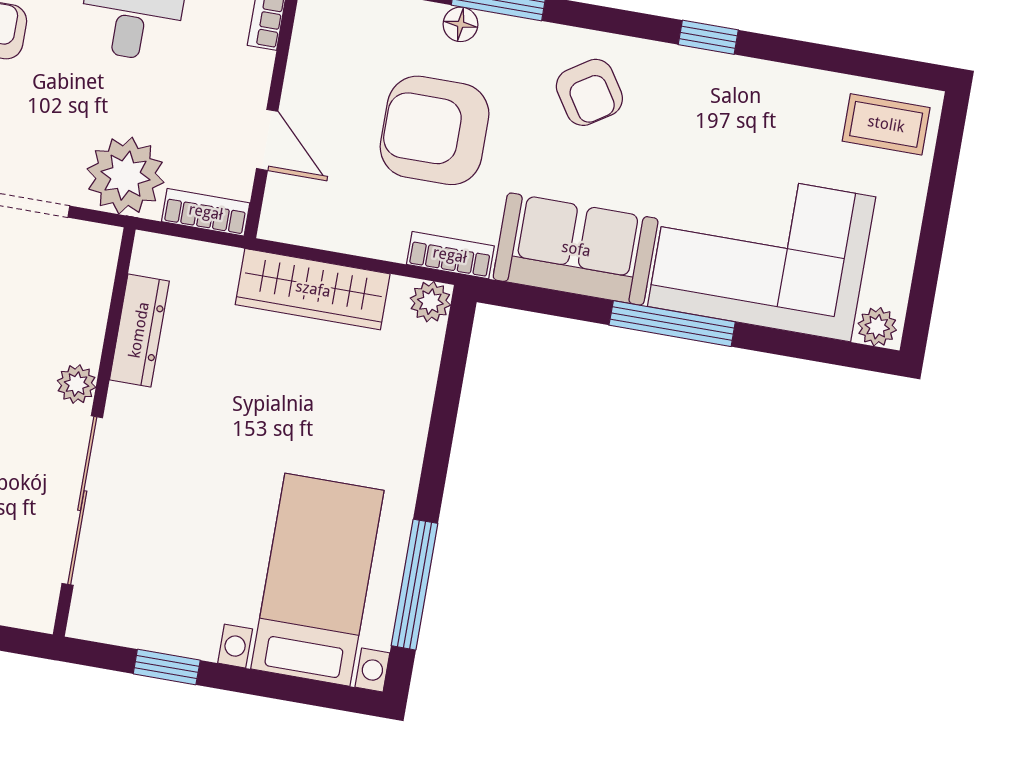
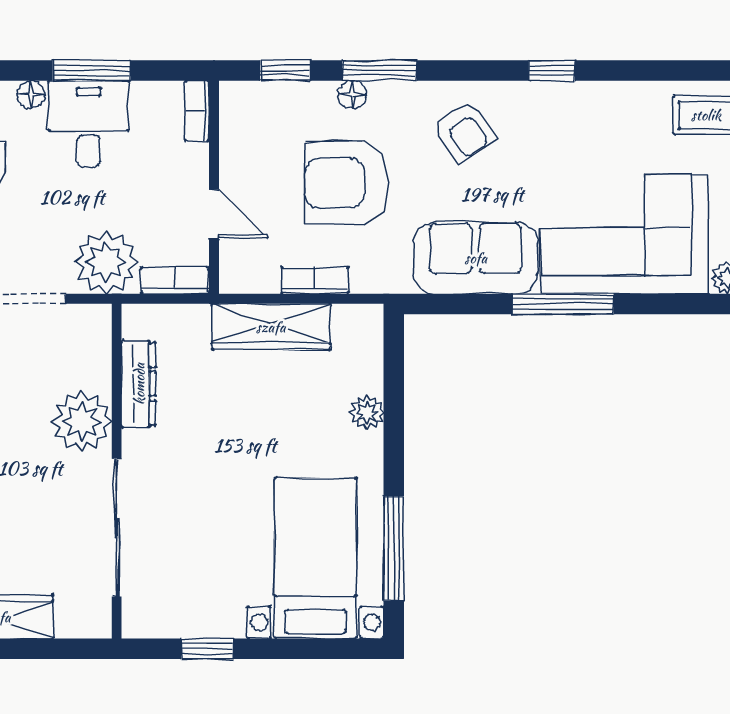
bookcase: (450, 255) -> (315, 280), moved
plant: (430, 302) -> (367, 412), moved
plant: (77, 384) -> (82, 422), width x1.87, depth x1.87

